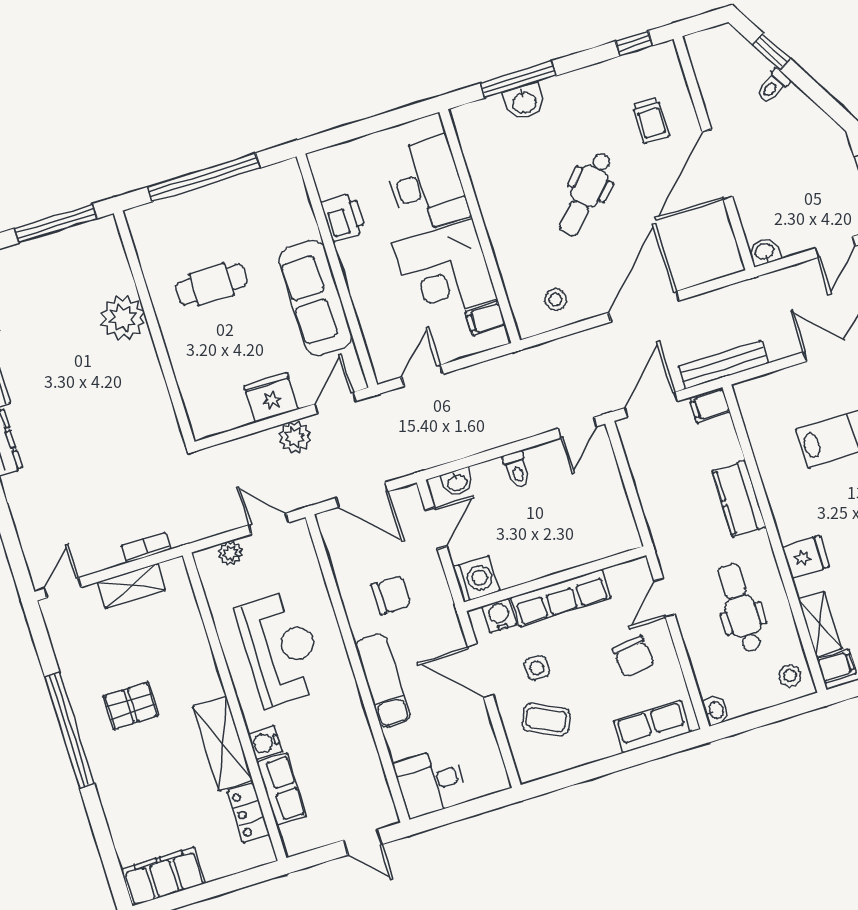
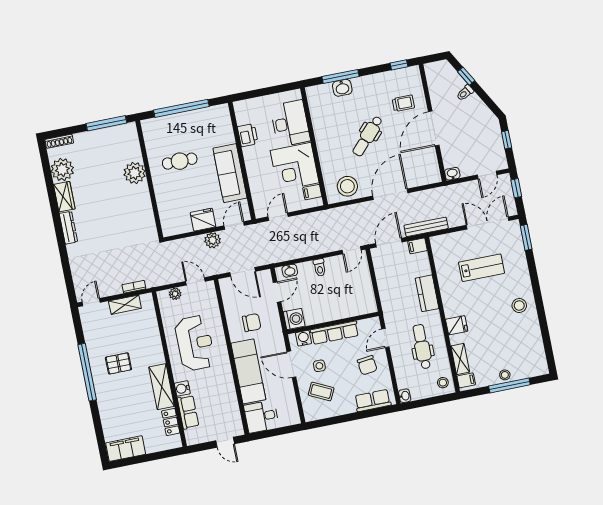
trolley: (651, 120) -> (403, 103), turned -90
stool: (555, 299) -> (347, 186), width x1.89, depth x1.89
exam couch: (383, 680) -> (248, 371), width x1.36, depth x1.45

